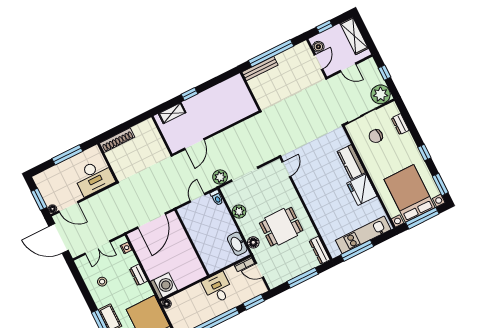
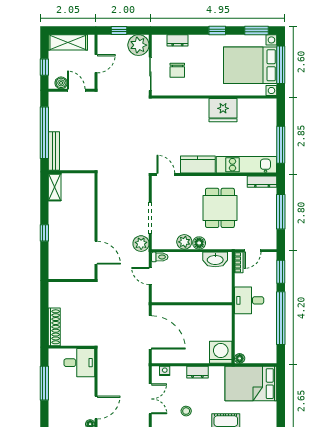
shelving: (172, 113) -> (55, 187), moved
kitchen counter: (351, 162) -> (198, 164), moved, turned 180
desk: (94, 177) -> (79, 363), width x0.73
kitchen unit: (363, 235) -> (246, 165), moved, turned 90
floor lamp: (253, 242) -> (199, 243), moved

